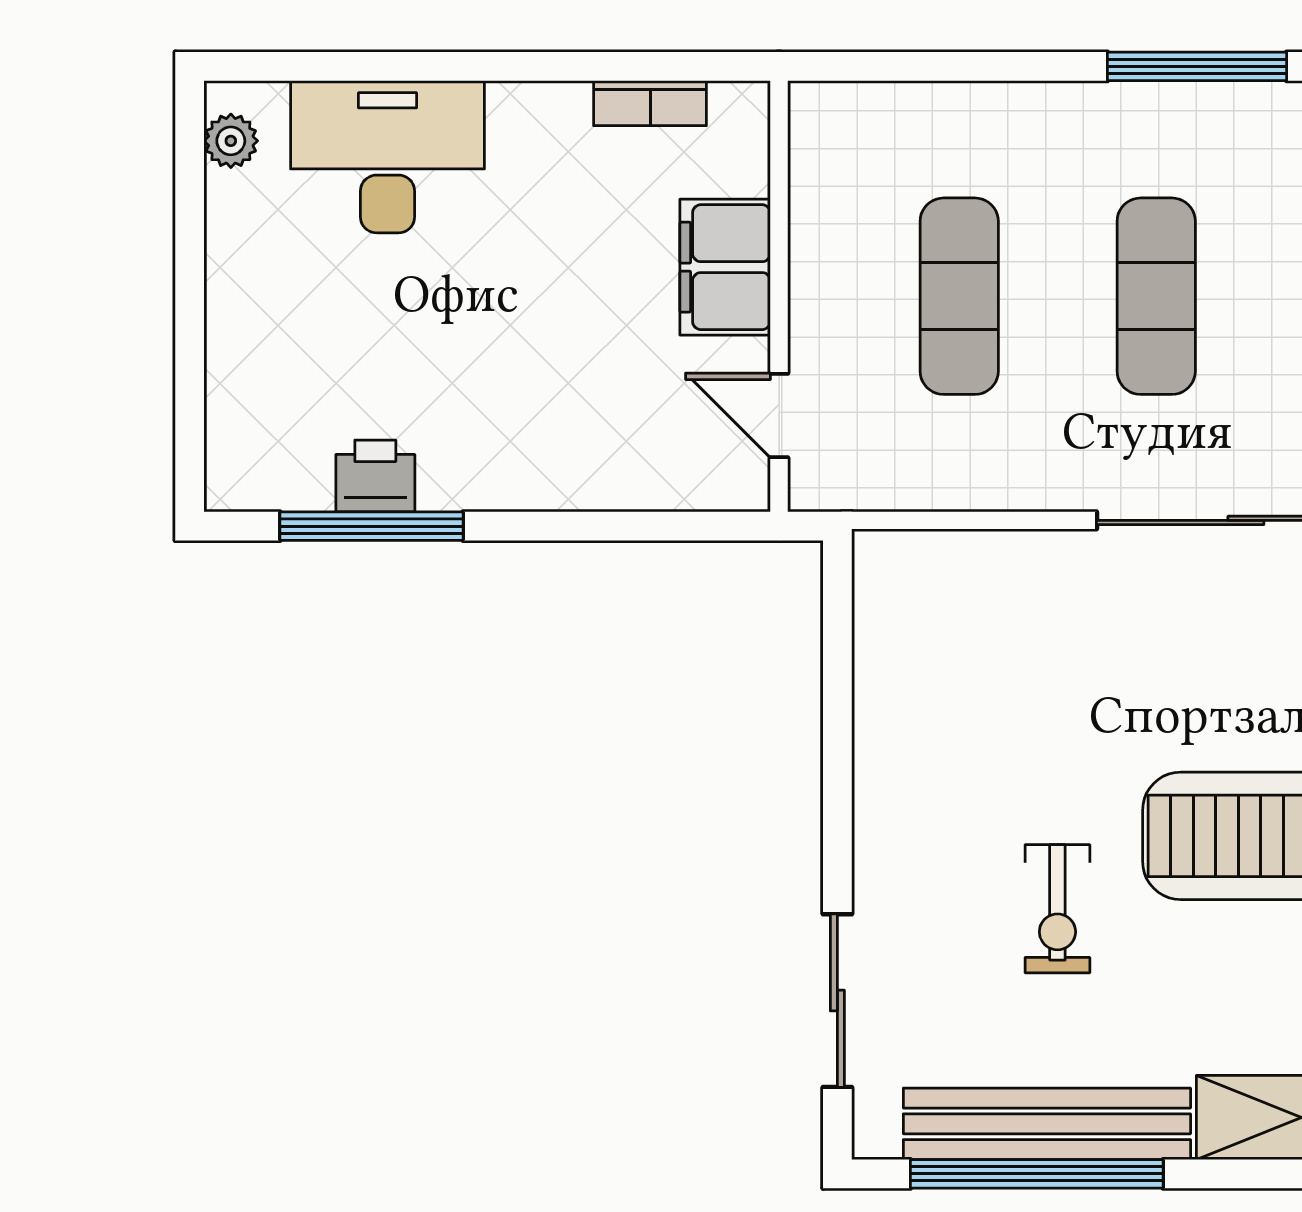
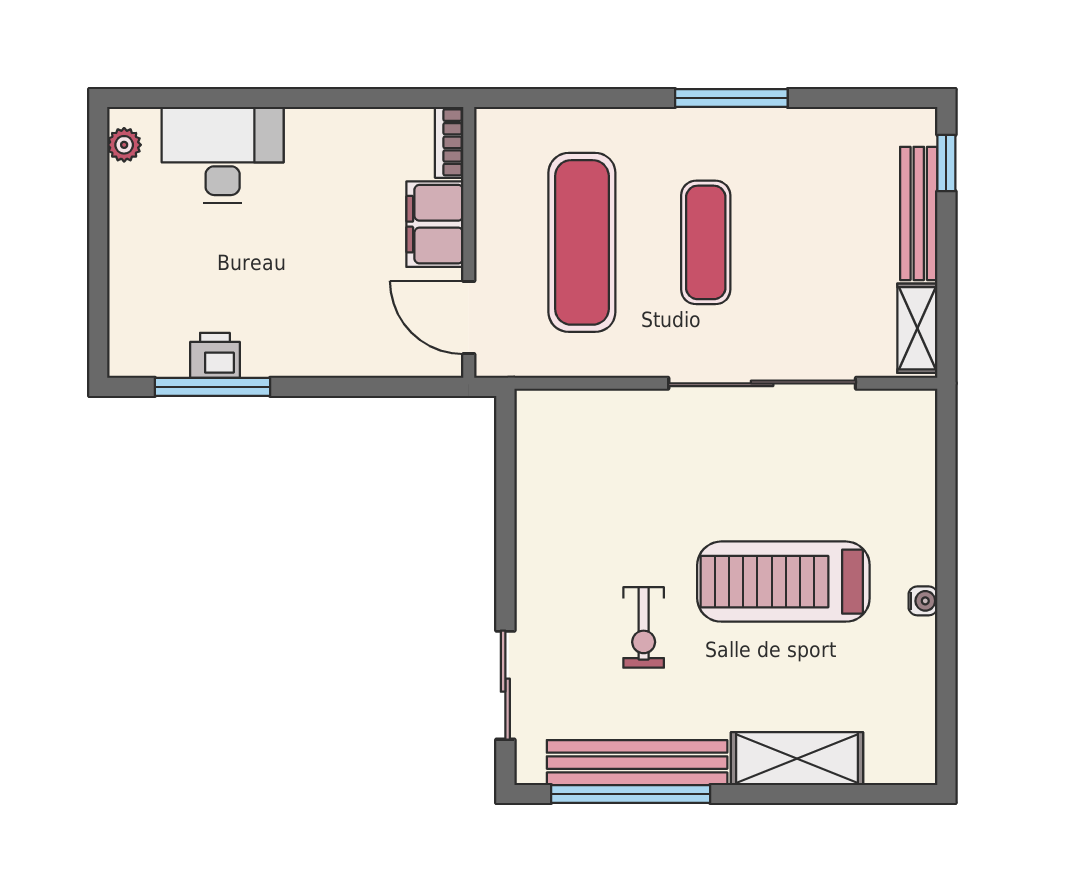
bookcase: (650, 103) -> (449, 142), moved, turned 90
exercise mat: (959, 296) -> (582, 242), width x1.36, depth x1.45
door: (779, 416) -> (469, 317), width x1.38

